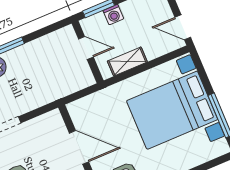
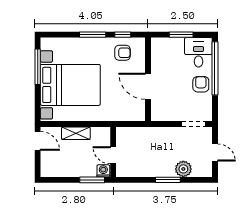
washing machine: (113, 15) -> (103, 171), moved
shelving: (127, 61) -> (76, 133), moved

